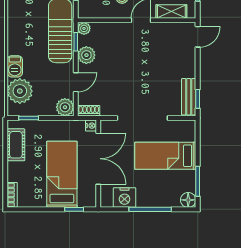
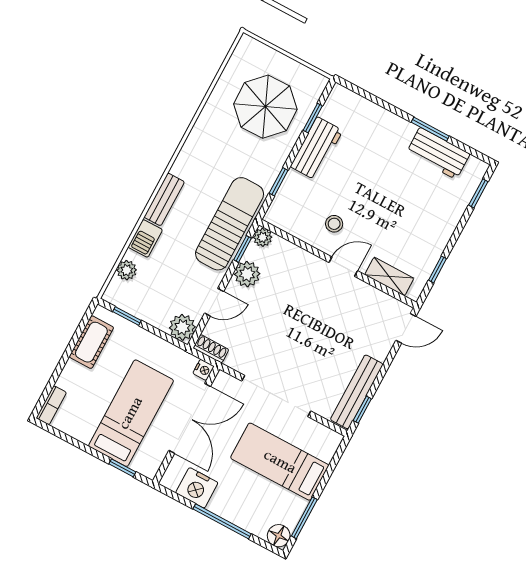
bench: (14, 37) -> (164, 199), added
plant: (20, 91) -> (127, 270), width x0.53, depth x0.53
bench: (189, 97) -> (357, 392), width x1.36

